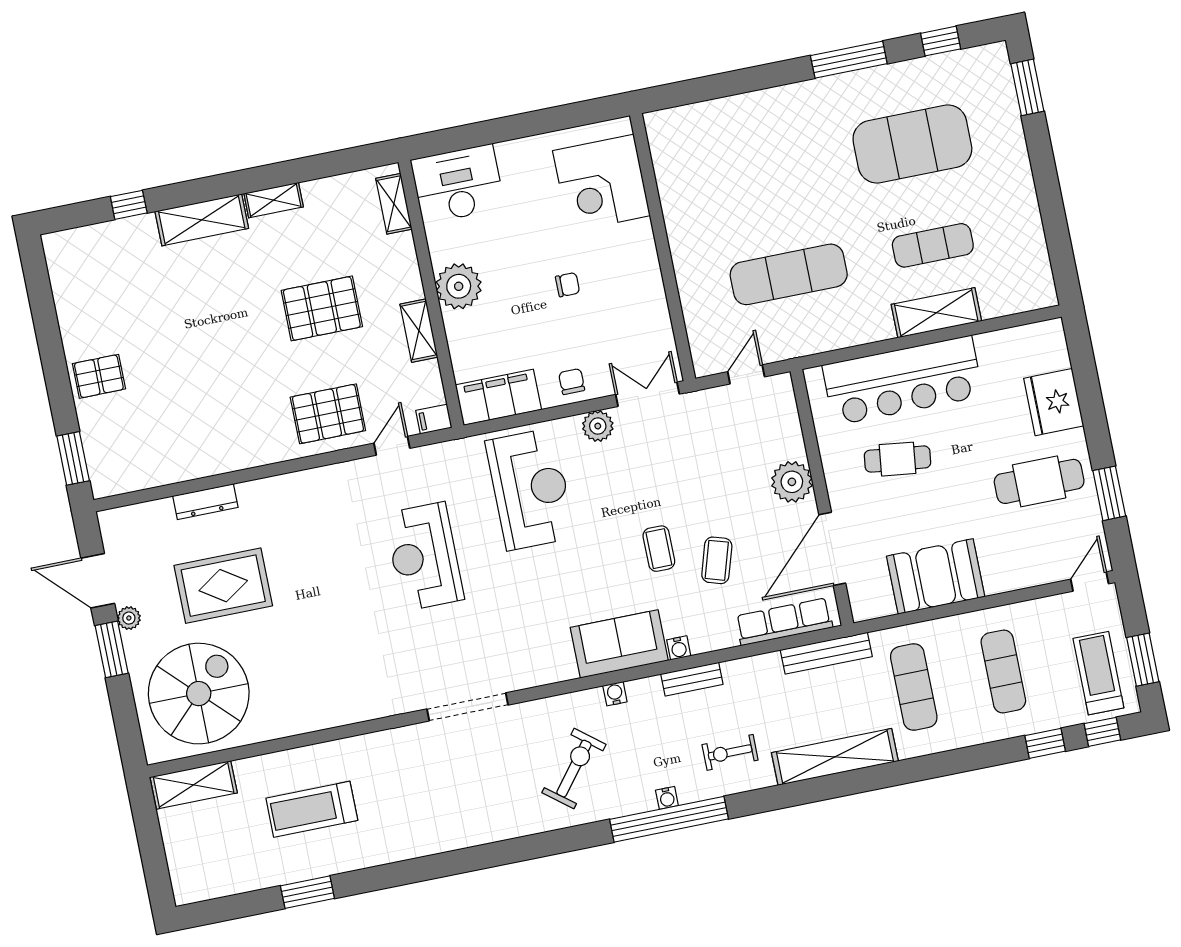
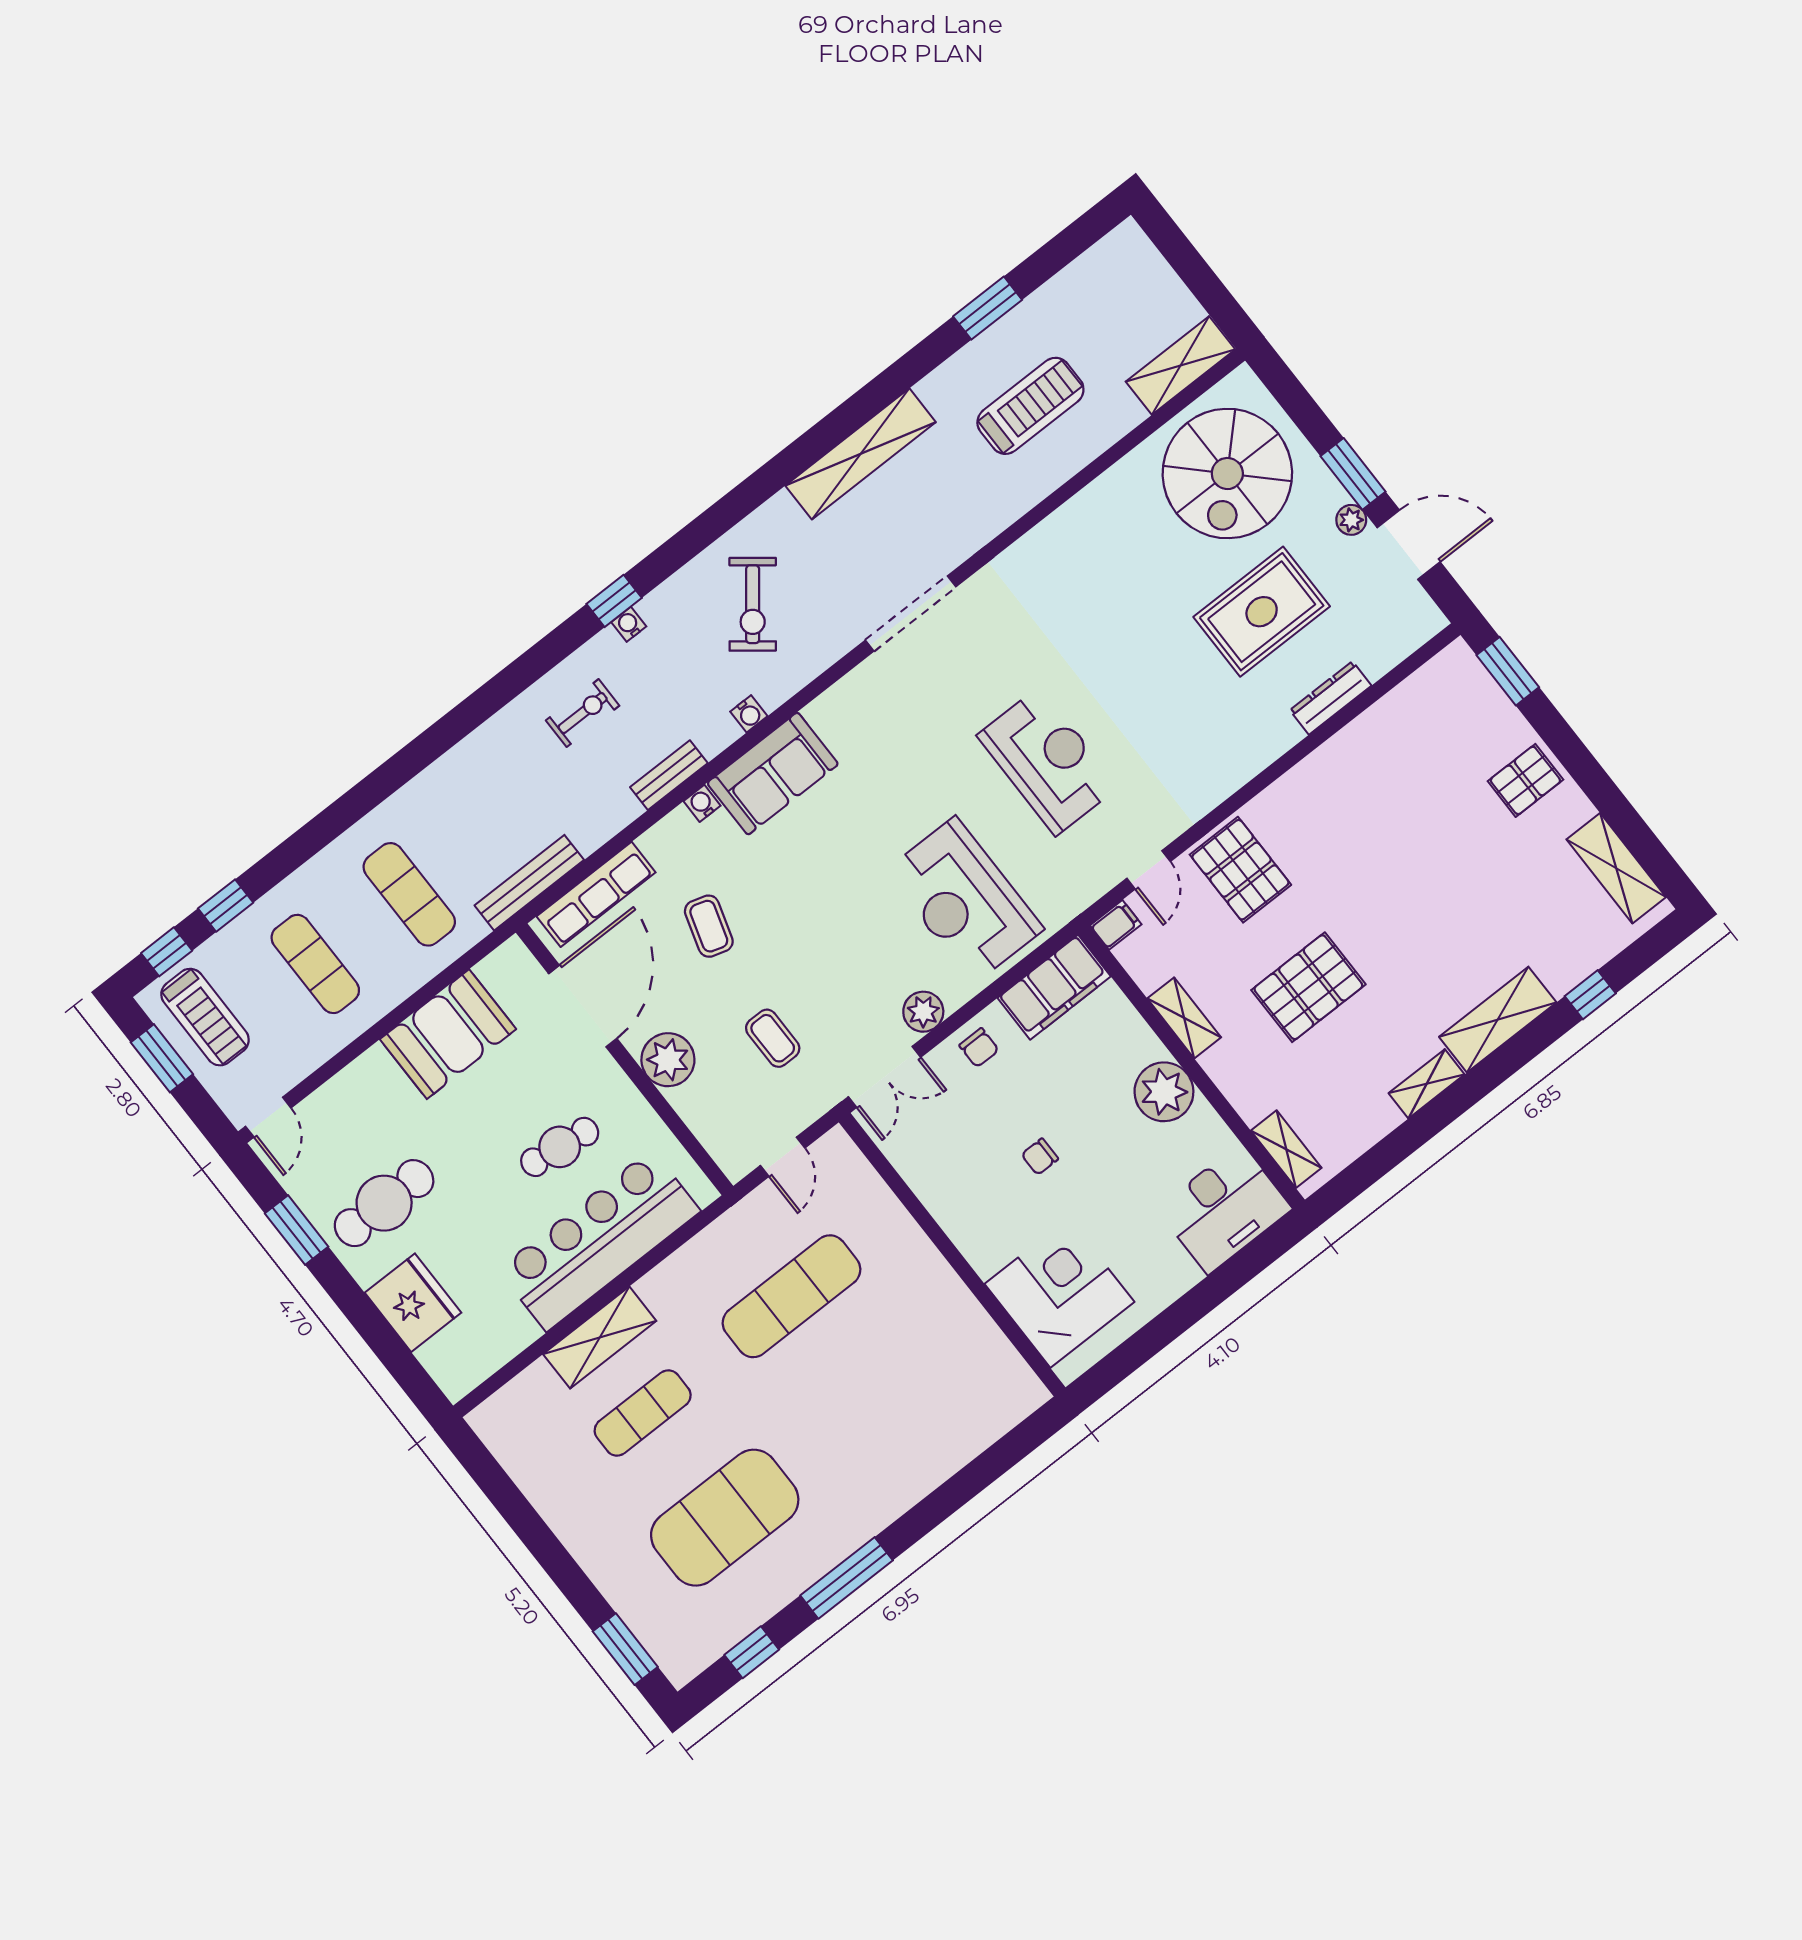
shelving: (67, 284) -> (1616, 868), added
pallet: (328, 414) -> (1240, 870), turned 90
coffee table: (659, 549) -> (773, 1038), moved
shelving: (835, 757) -> (861, 454), moved
window: (669, 819) -> (614, 601), width x0.32

